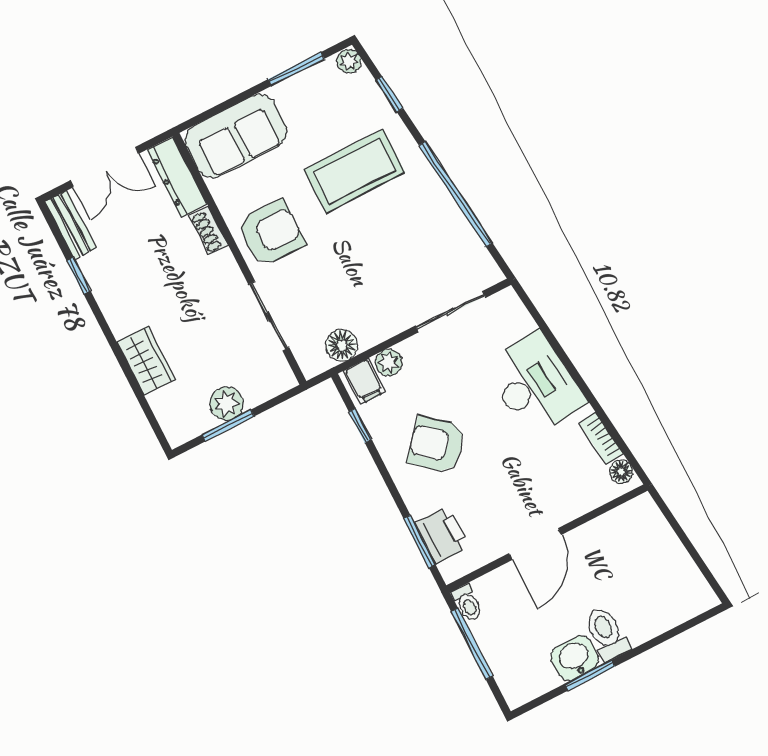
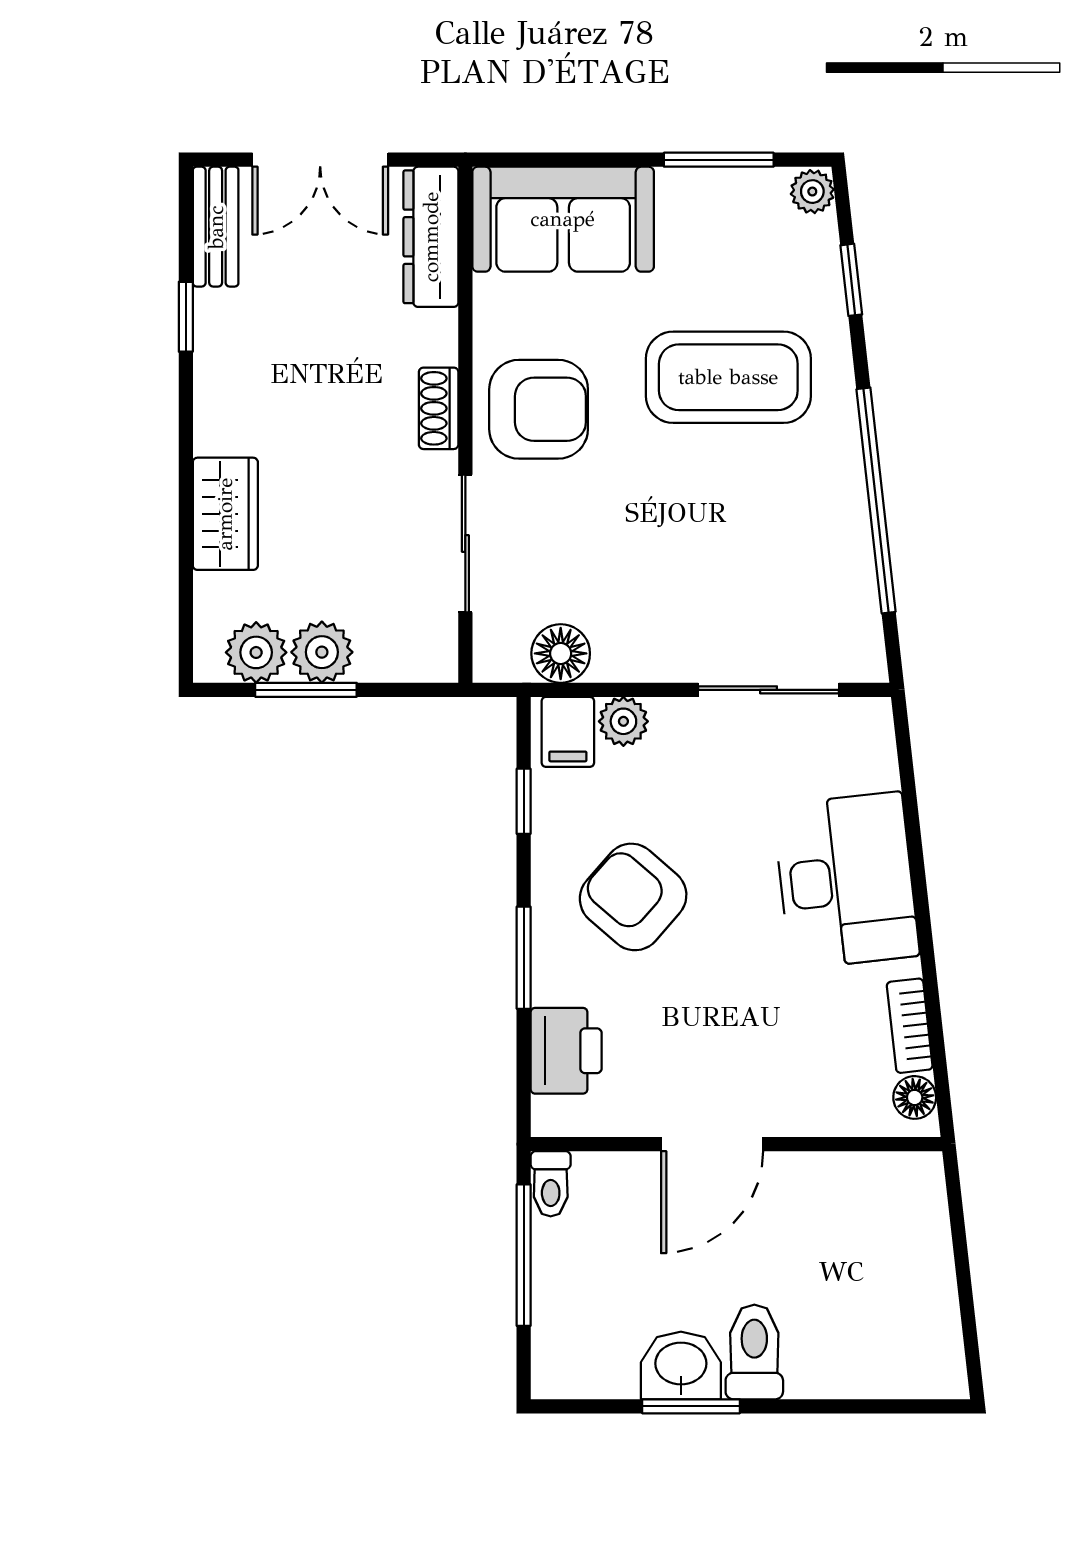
shoe rack: (209, 231) -> (439, 408), moved
plant: (195, 420) -> (256, 652), added
window: (420, 541) -> (524, 958), moved

